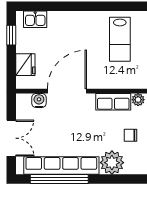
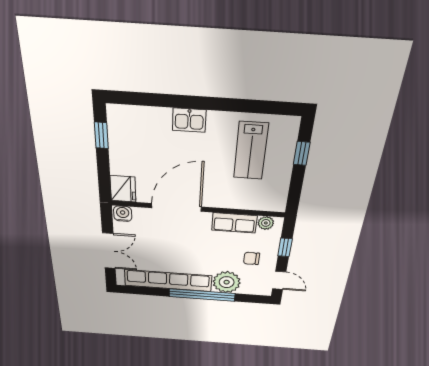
kitchen sink: (35, 19) -> (189, 120), moved
fridge: (25, 65) -> (123, 189), moved
water cooler: (39, 100) -> (123, 214), moved
window: (59, 179) -> (202, 295), moved

